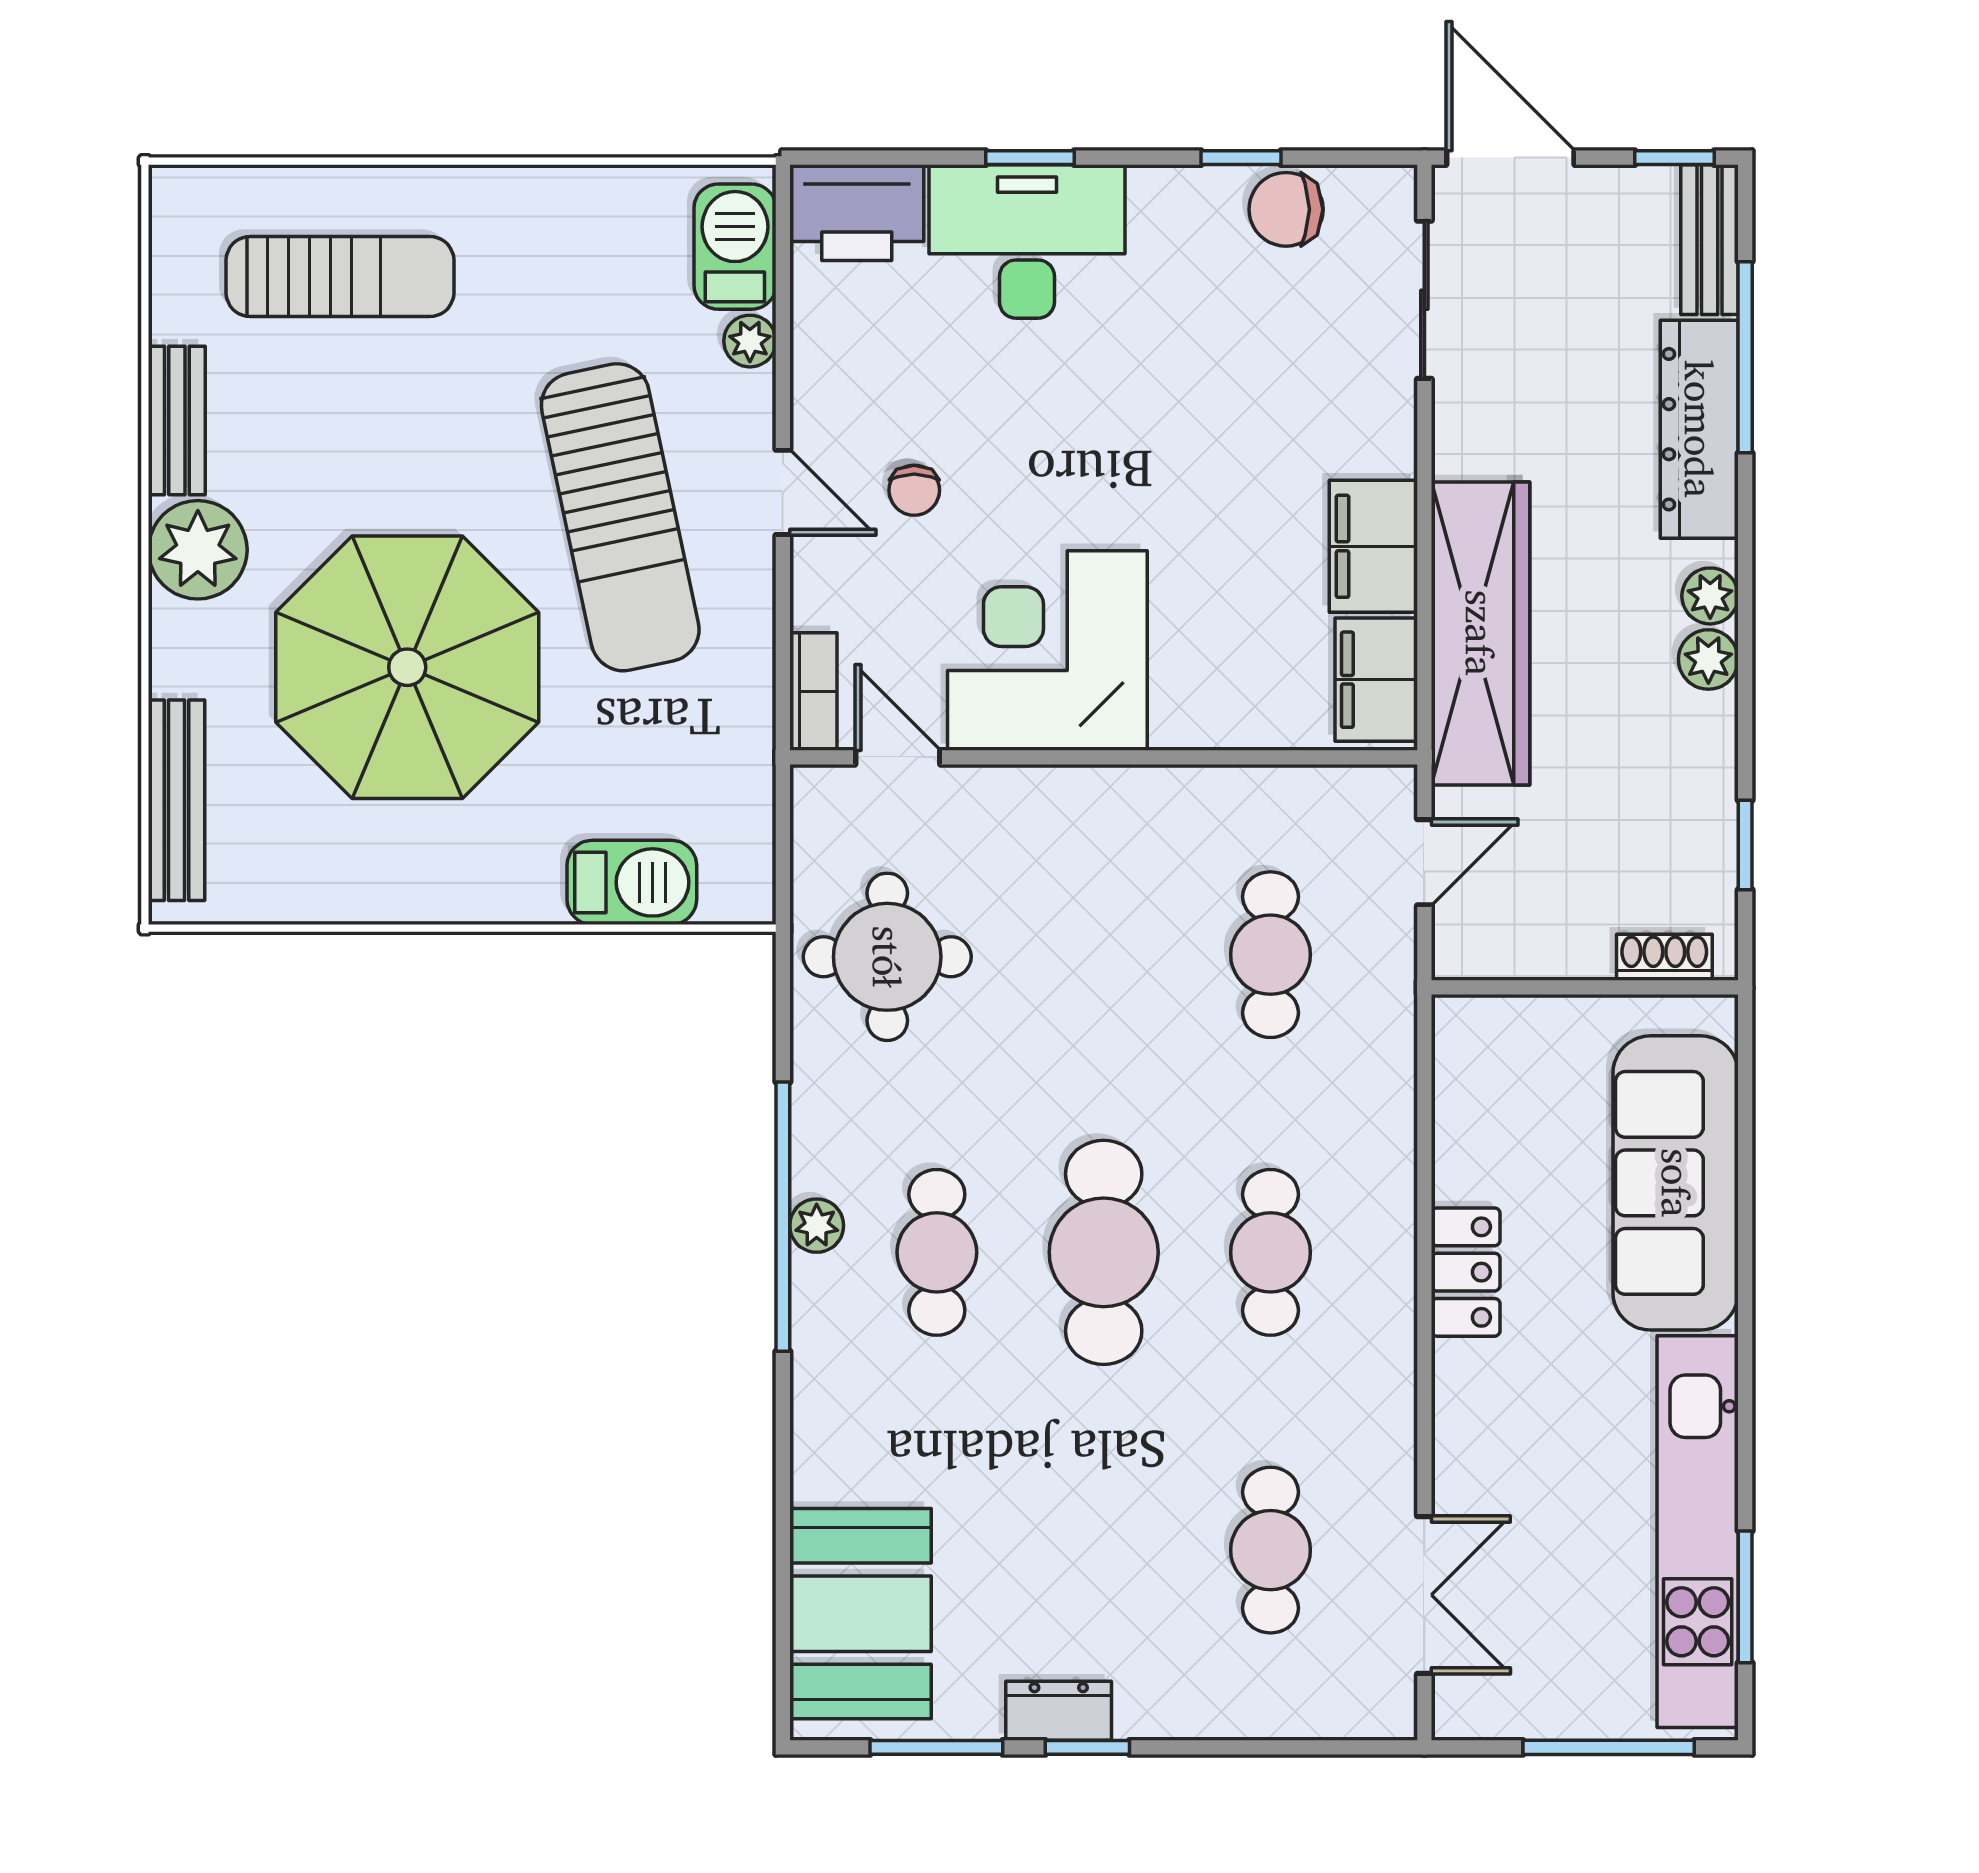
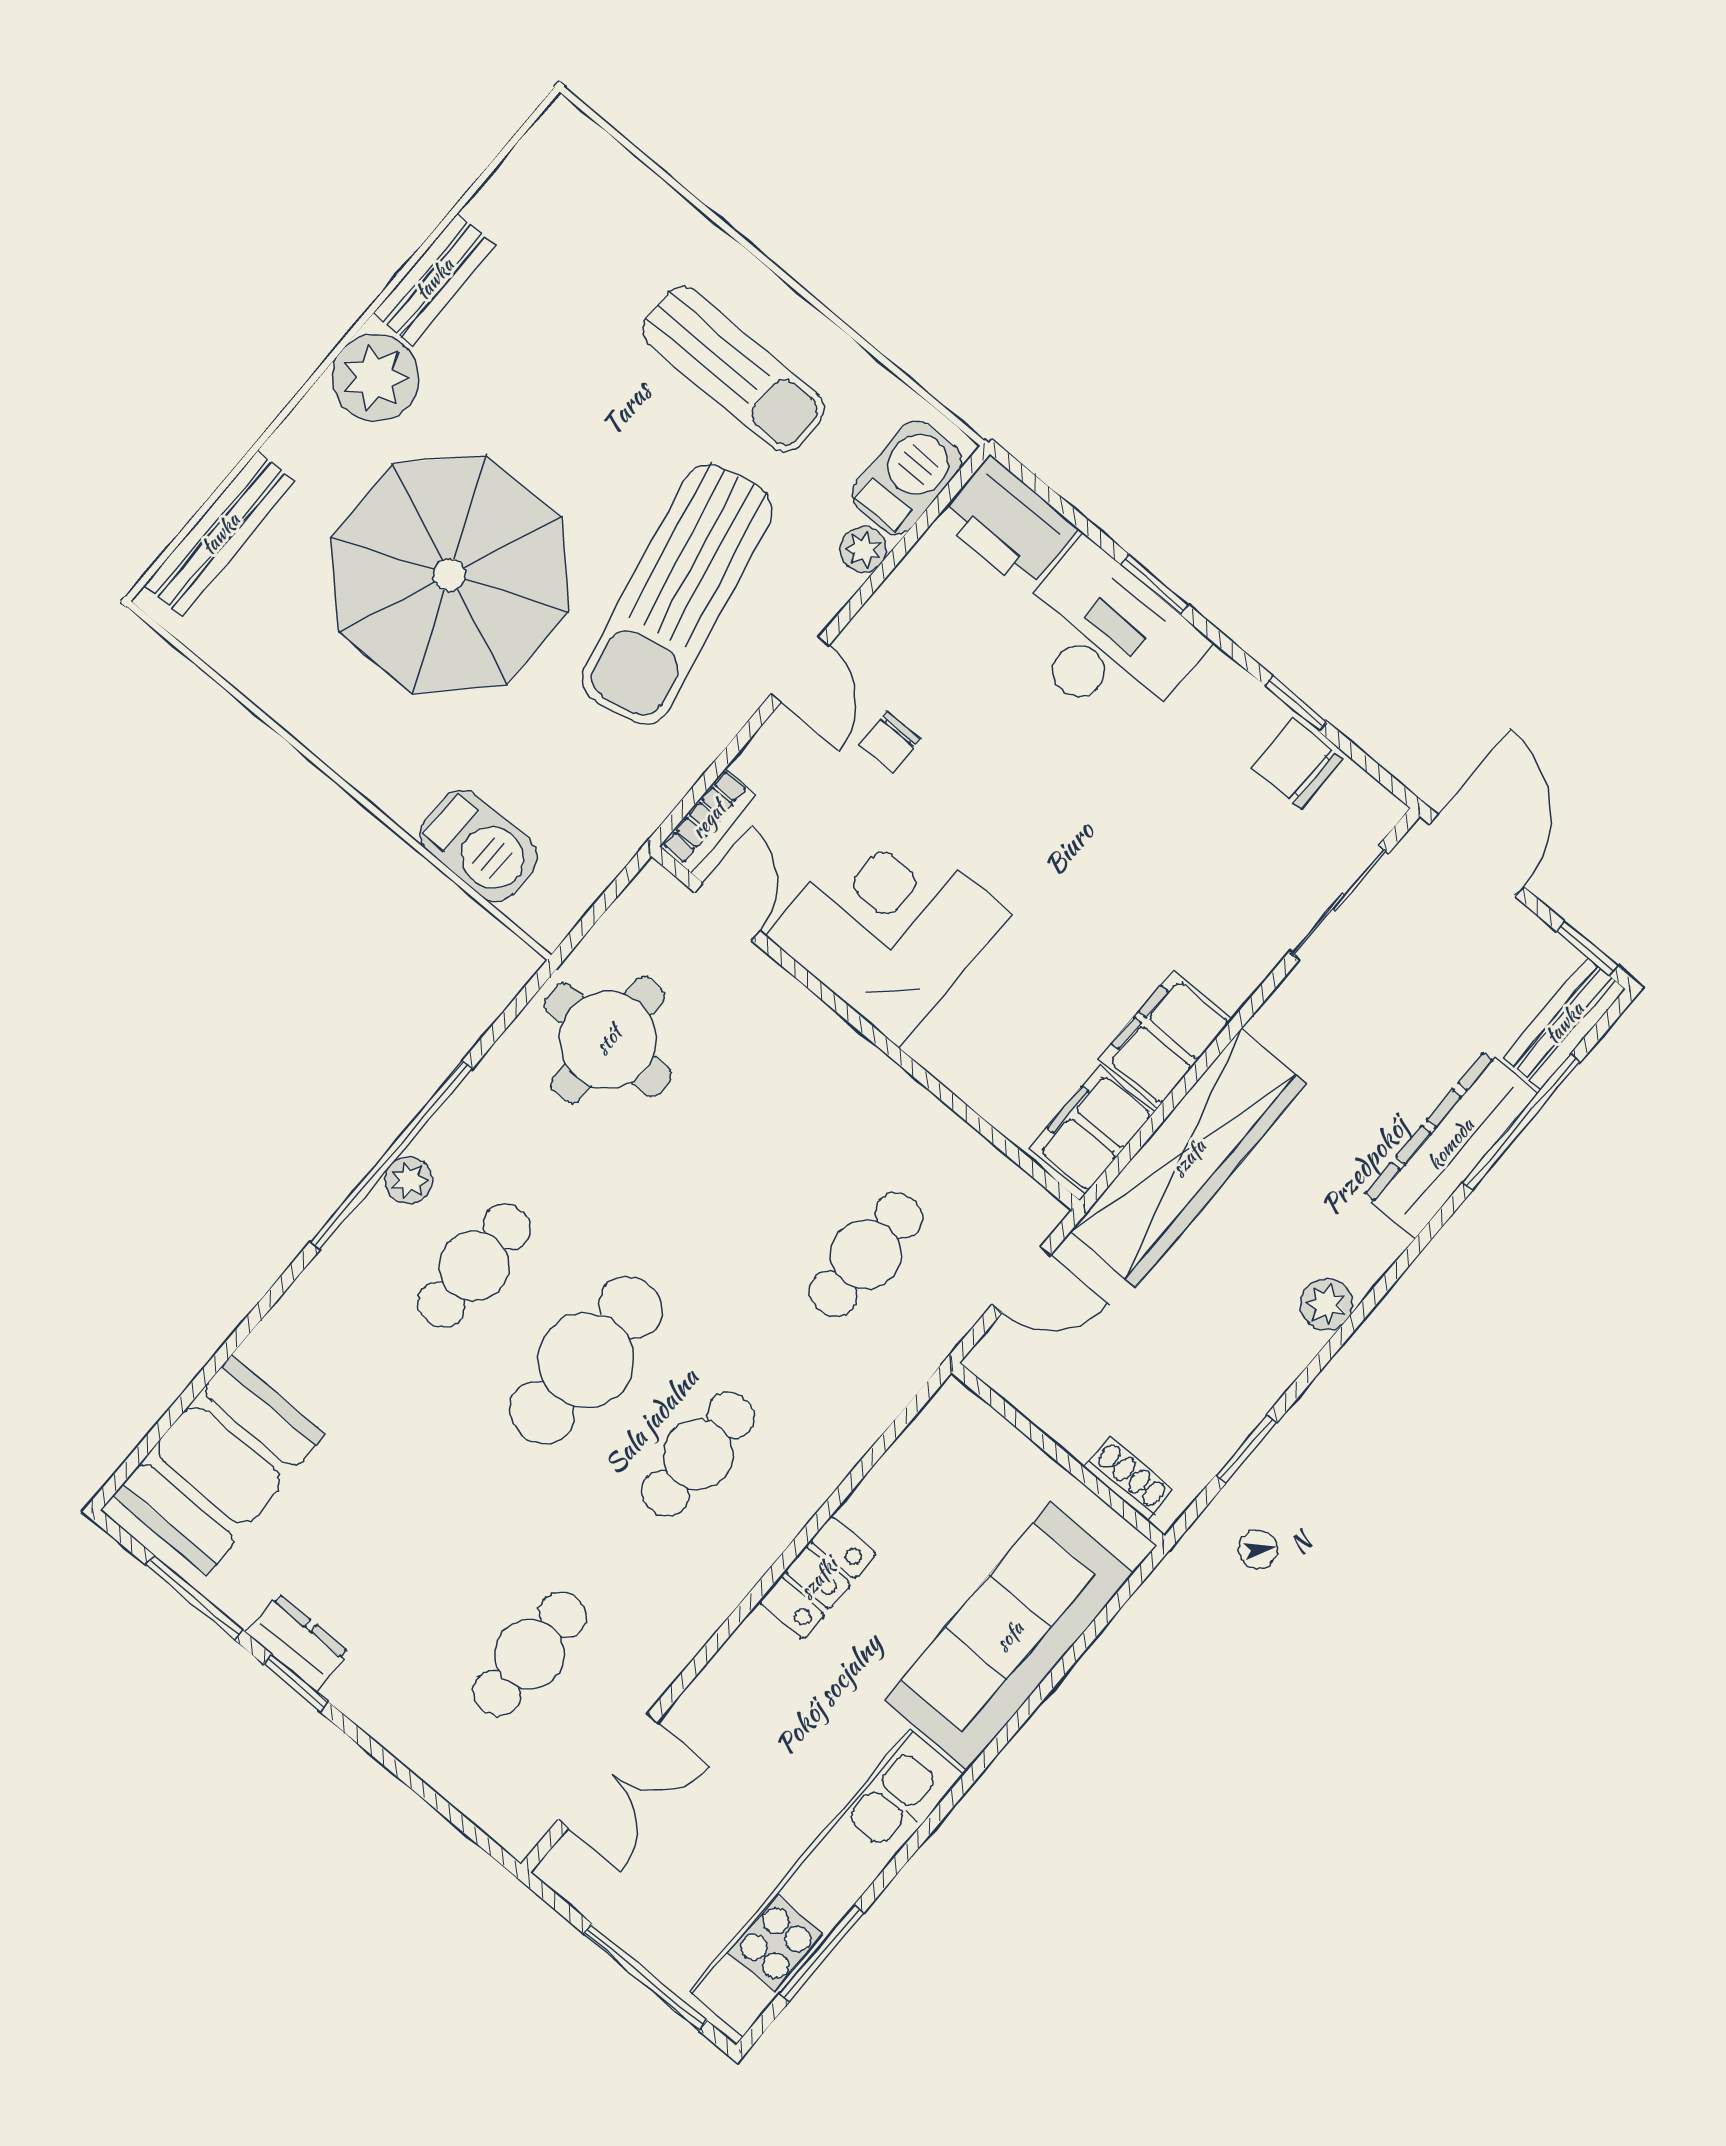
sun lounger: (340, 276) -> (734, 369), moved
plant: (1710, 596) -> (1363, 1262), removed

